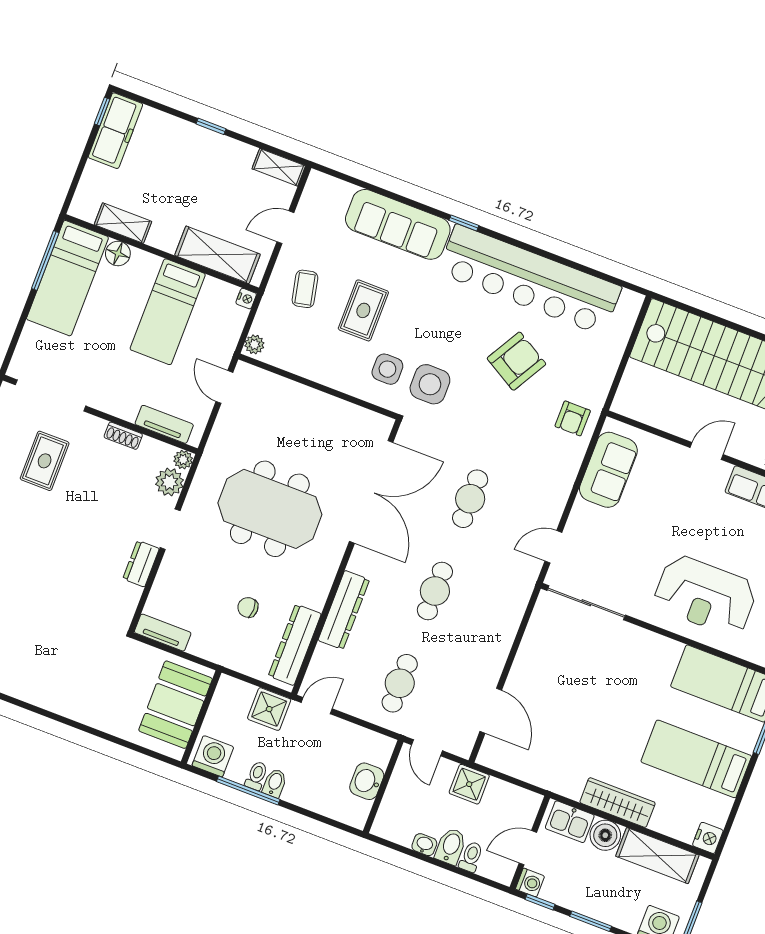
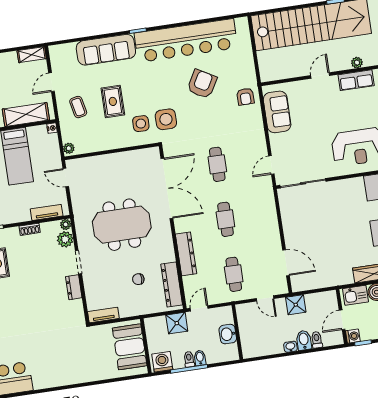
washbasin: (367, 781) -> (228, 334), moved
wall: (383, 787) -> (237, 332), moved

